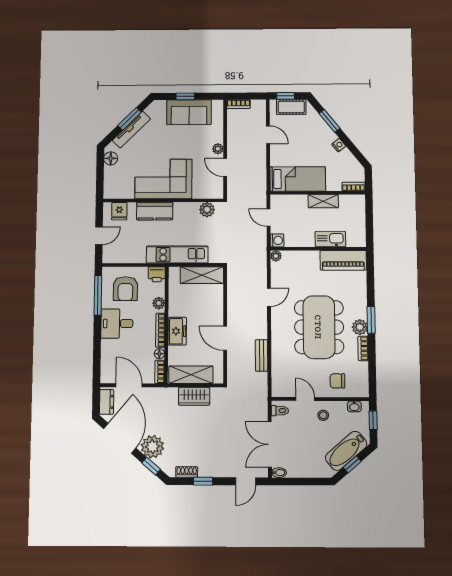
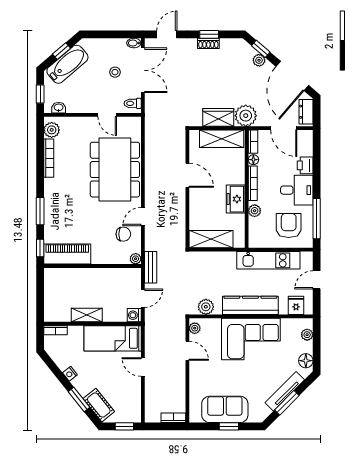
cot: (291, 107) -> (99, 405), moved, turned 51
door: (268, 135) -> (143, 367), moved
plant: (218, 149) -> (195, 328), moved
plant: (109, 183) -> (307, 335), added
kitchen counter: (155, 211) -> (250, 305), width x1.50
door: (268, 218) -> (143, 298), hinge flipped
kitchen sink: (330, 239) -> (80, 276), removed
washing machine: (277, 240) -> (134, 315), moved
kitchen unit: (177, 255) -> (268, 260), moved
window: (370, 266) -> (40, 248), added
printer: (157, 274) -> (305, 165), moved, turned -90
window: (371, 320) -> (40, 211), moved
dining table: (319, 327) -> (115, 170), moved
plant: (360, 327) -> (52, 130), moved
freezer: (177, 331) -> (236, 199), moved
bookcase: (363, 348) -> (49, 158), width x1.56
bench: (261, 355) -> (151, 267), moved
chair: (337, 381) -> (123, 234), moved
plant: (167, 398) -> (246, 116), added
stool: (323, 415) -> (115, 72), moved
plant: (152, 447) -> (259, 60), width x0.53, depth x0.53
shoe rack: (187, 472) -> (208, 43), moved

